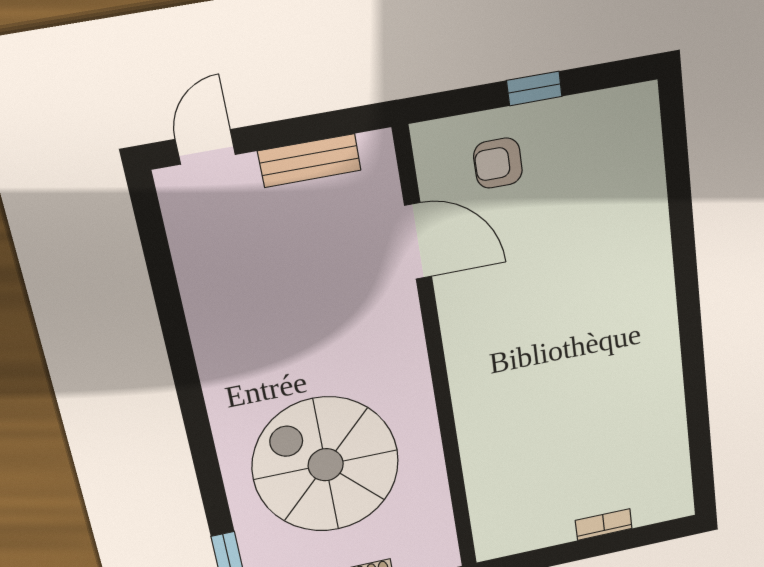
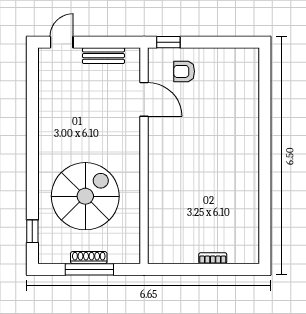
window: (534, 88) -> (168, 42), moved
spiral stairs: (326, 465) -> (85, 196), turned 90

